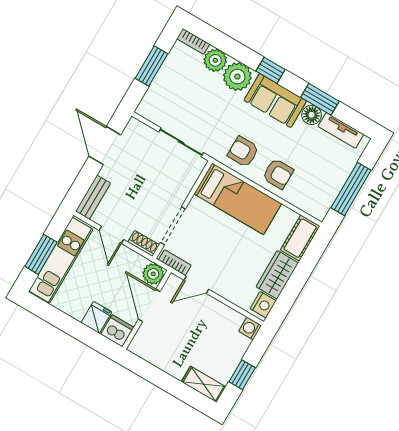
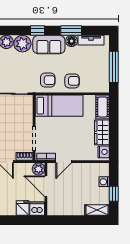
armchair: (243, 152) -> (48, 80), turned 180
washing machine: (250, 328) -> (104, 182), moved

